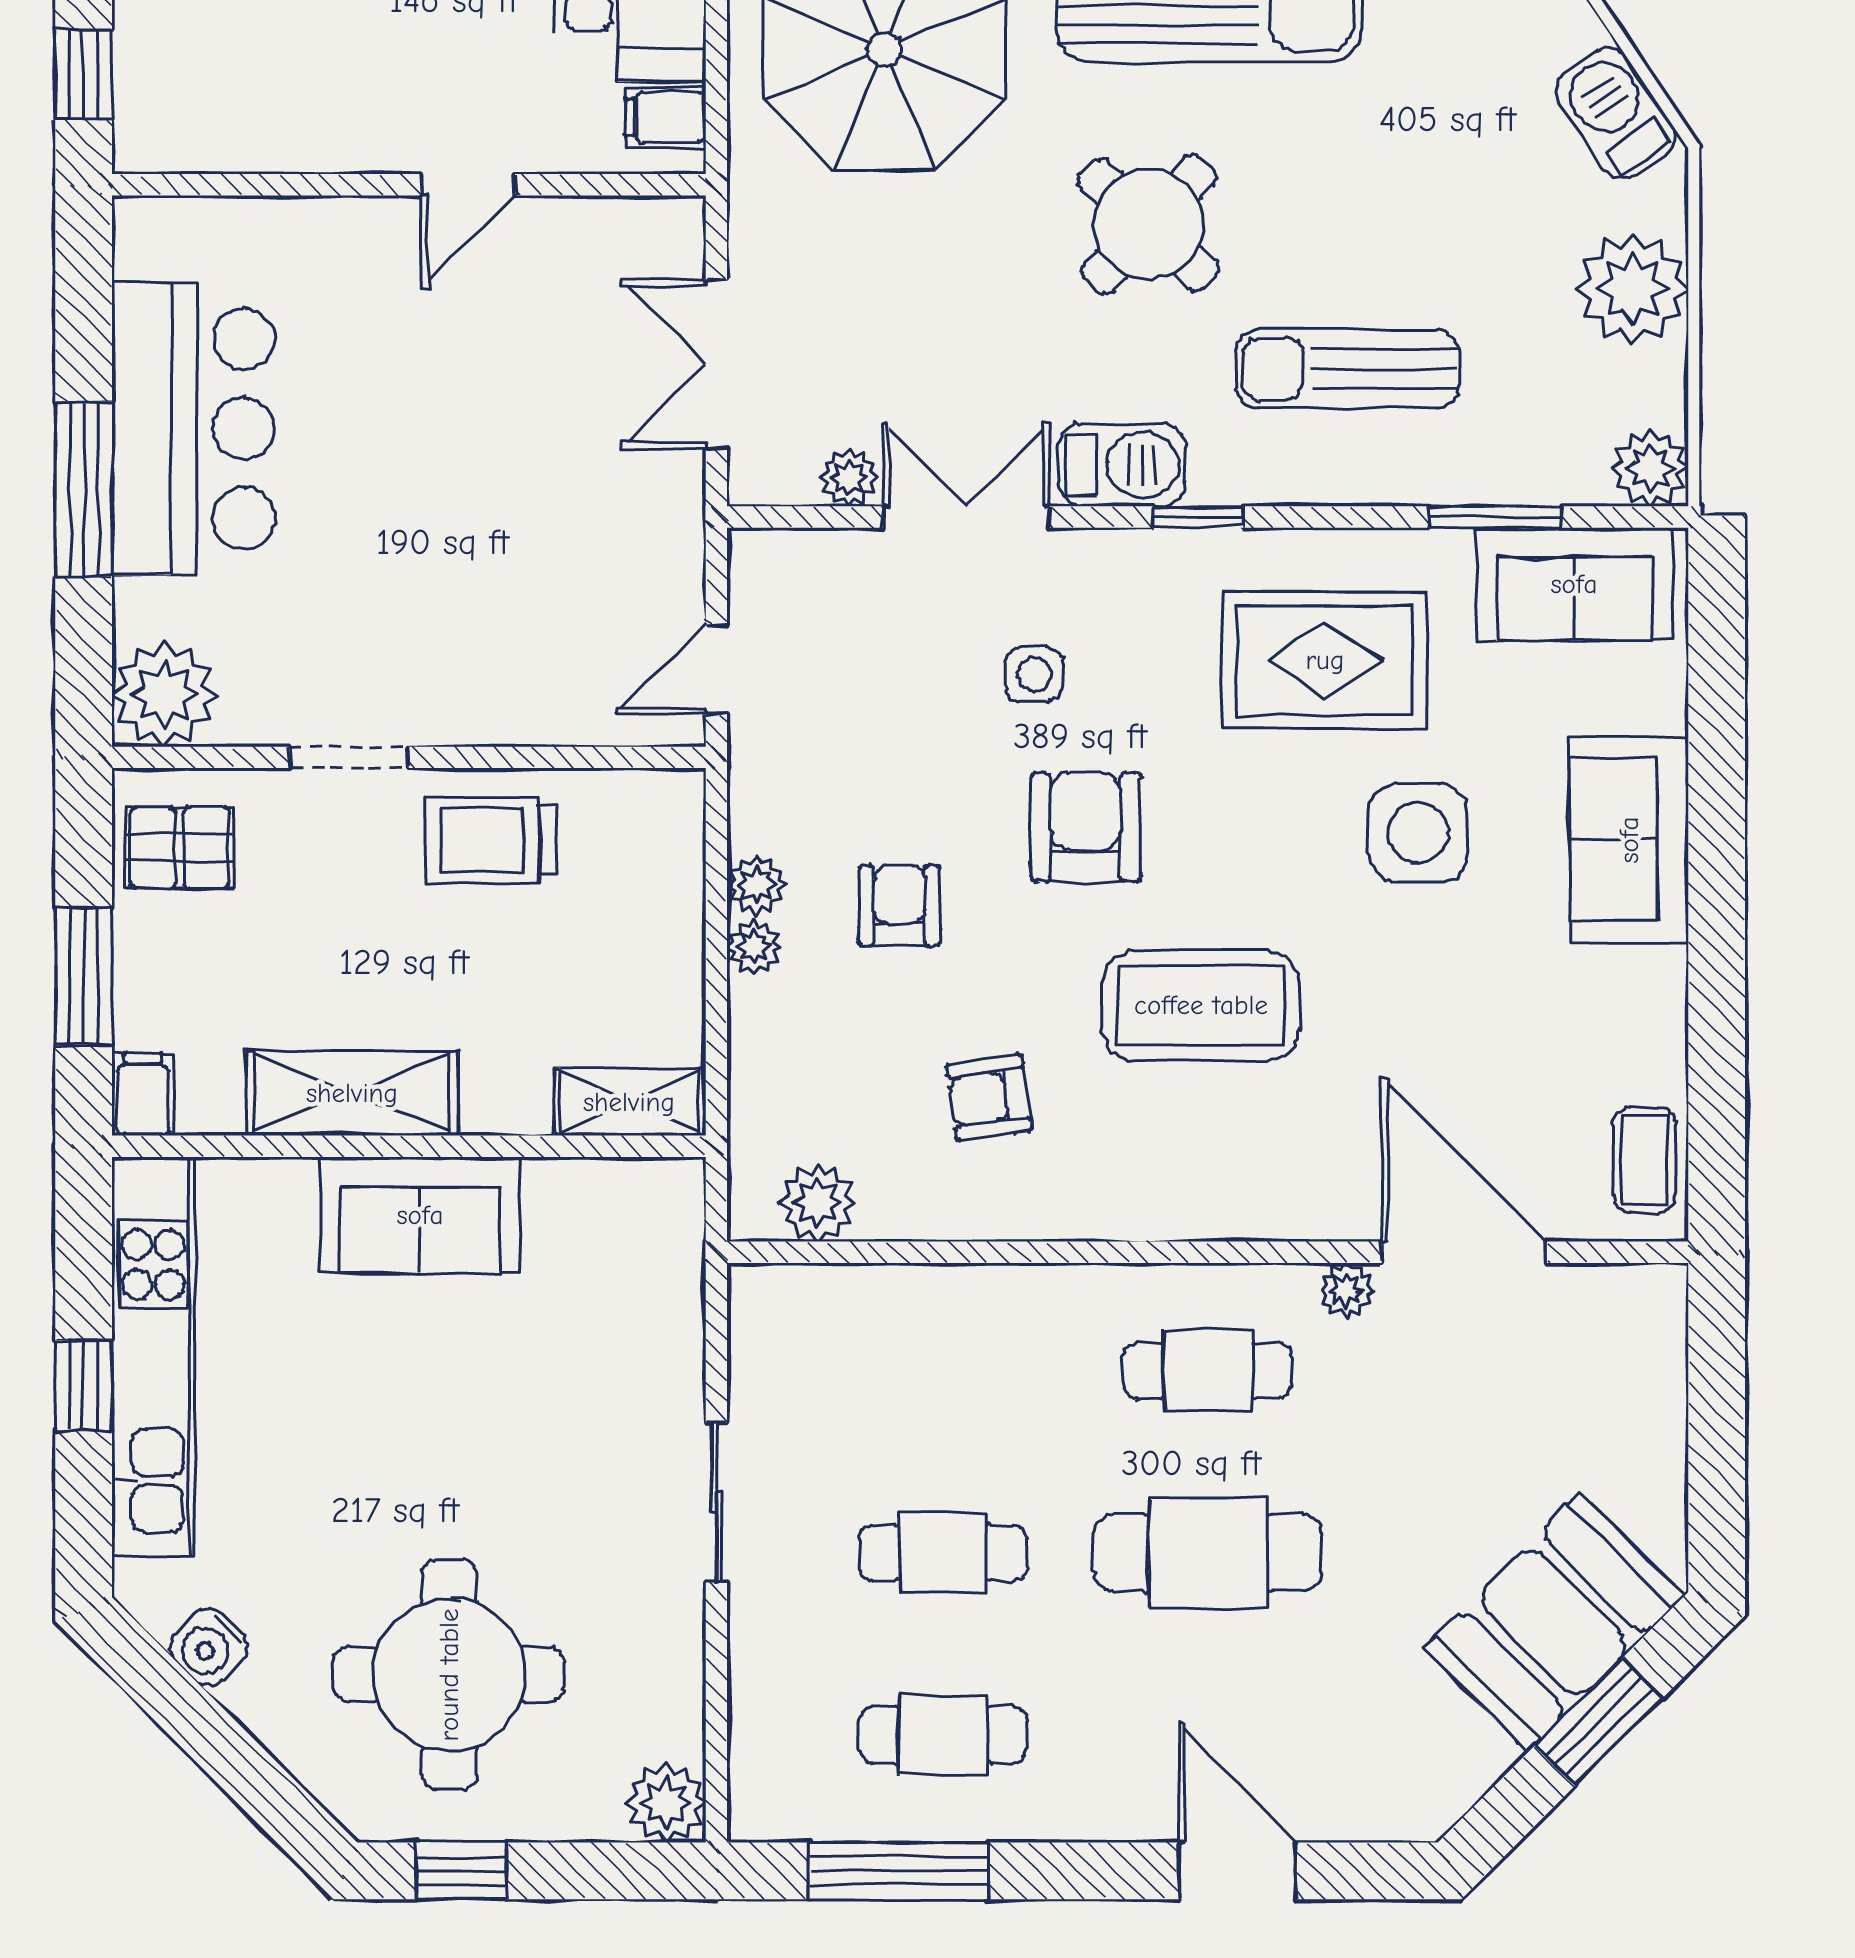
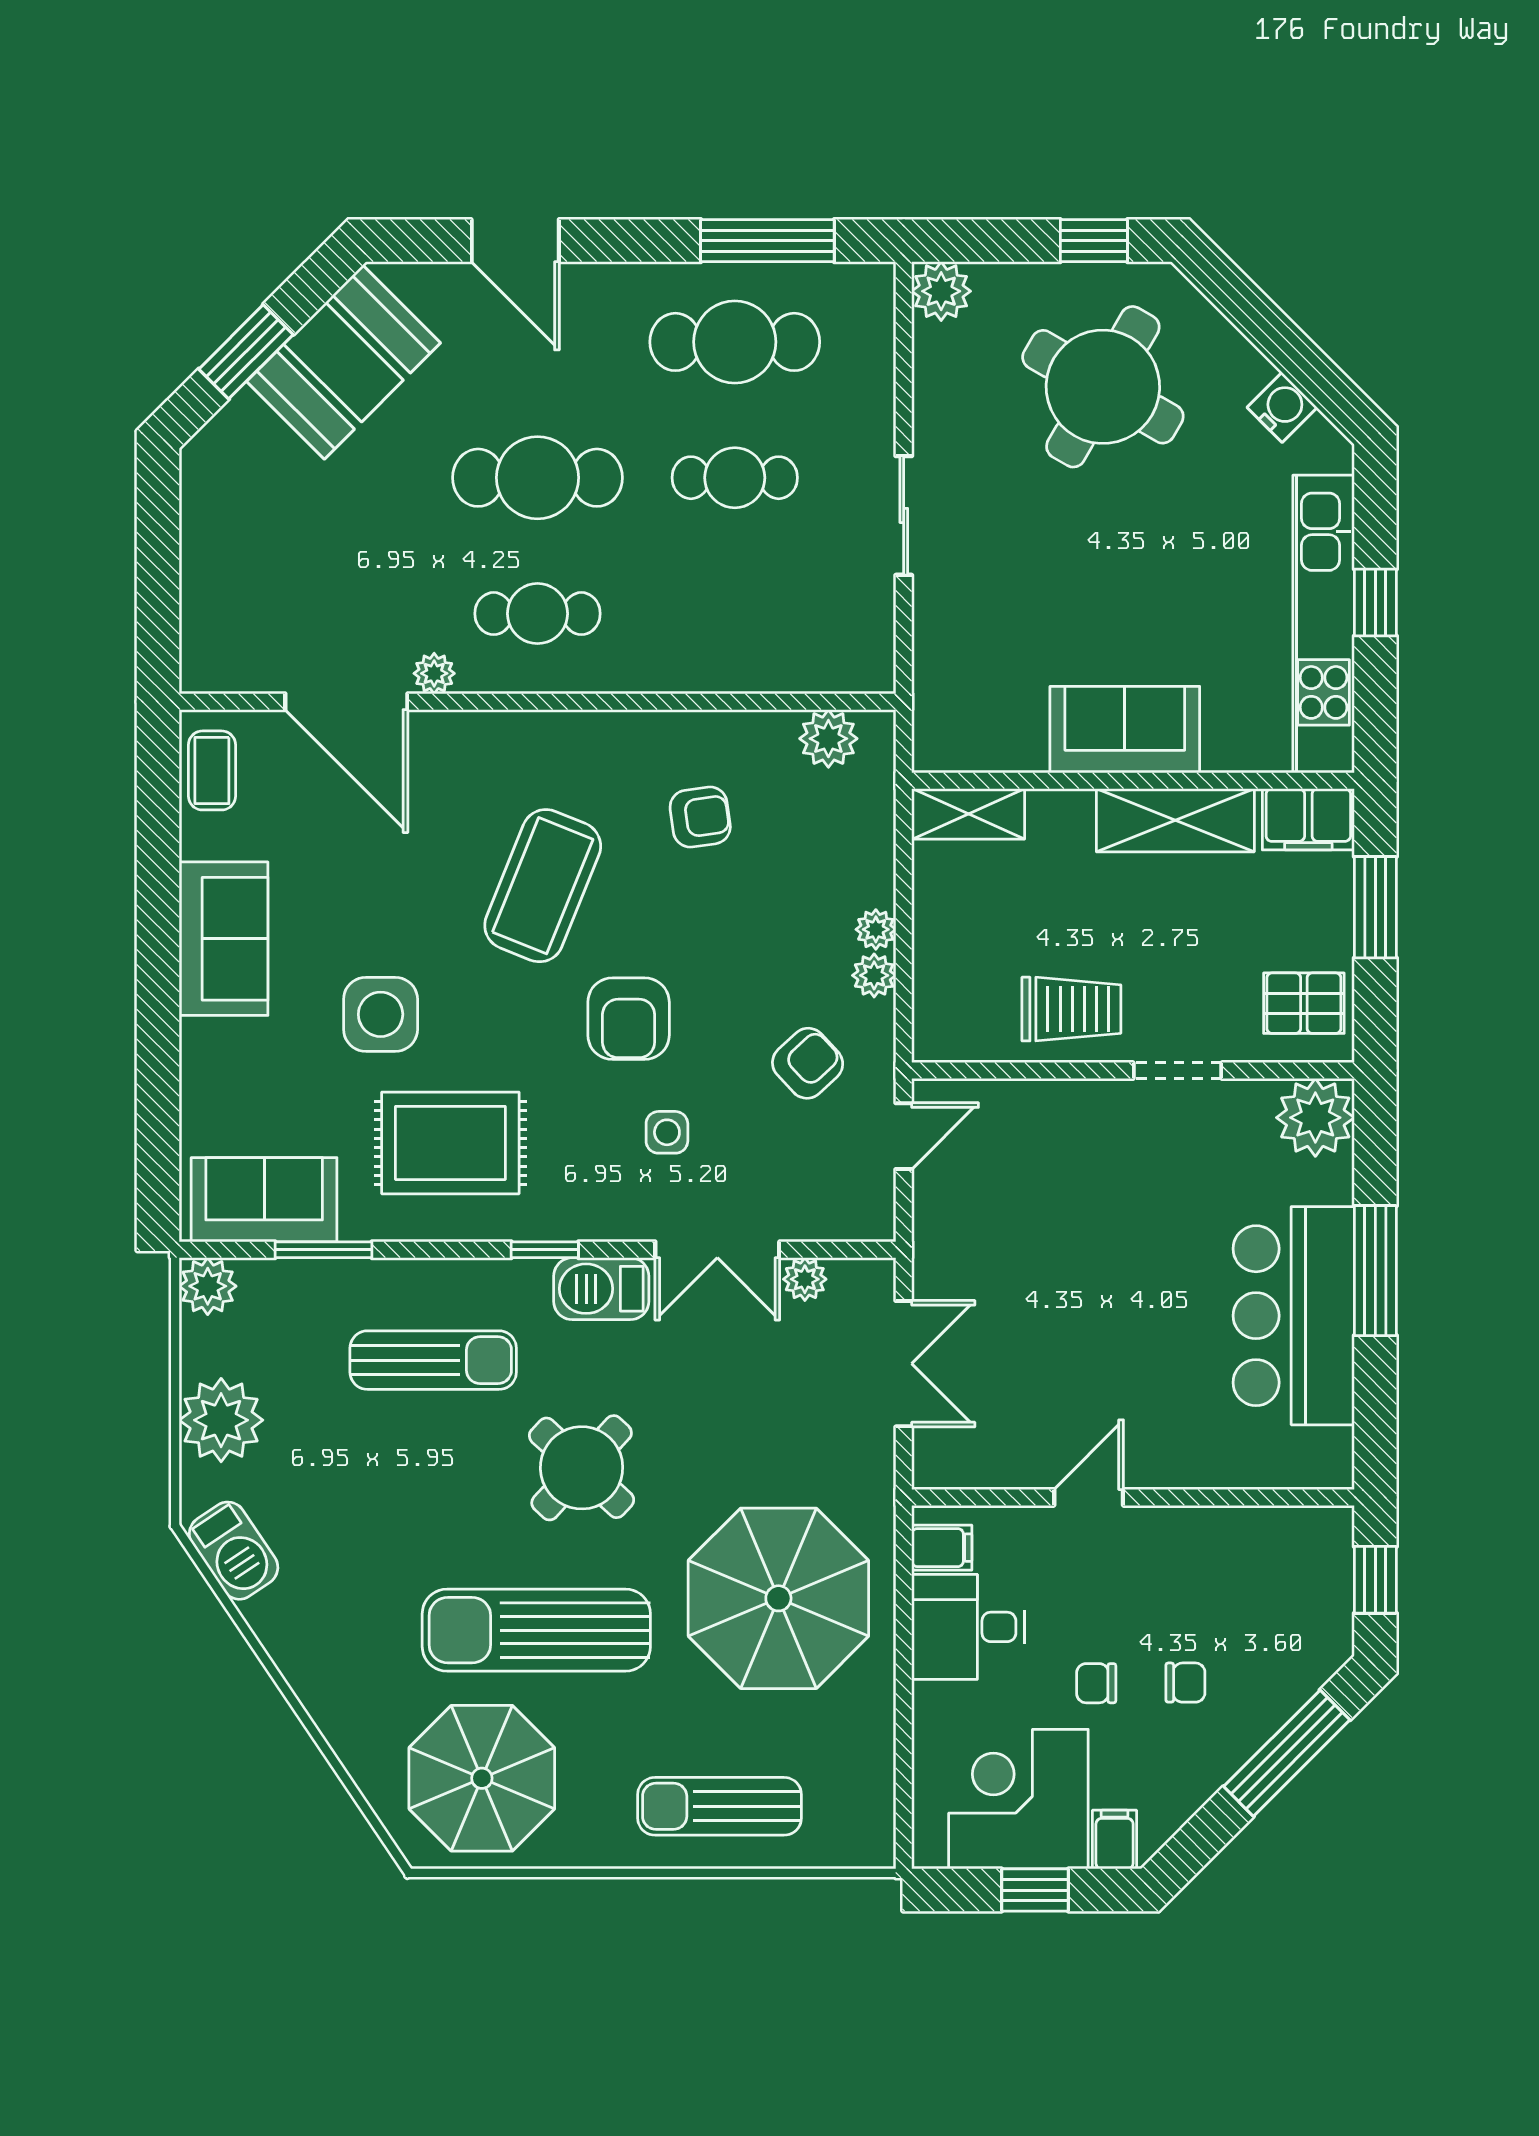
sofa: (1629, 840) -> (224, 939), moved
armchair: (899, 906) -> (808, 1063), moved, turned -133
coffee table: (1201, 1005) -> (543, 886), turned -68
filing cabinet: (143, 1094) -> (1308, 819), width x2.00
booth: (1554, 1622) -> (343, 362), moved
round table: (449, 1675) -> (1103, 387), turned 30
cafe table: (943, 1735) -> (735, 342), width x1.37, depth x1.35

